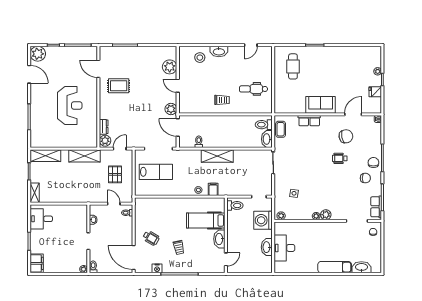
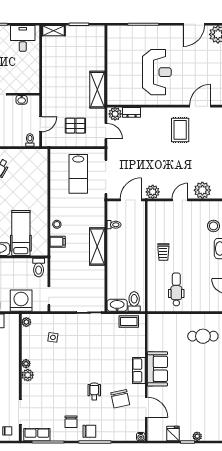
reception desk: (70, 105) -> (157, 72), turned -90
row of seats: (309, 121) -> (139, 370), moved
shelving: (45, 156) -> (97, 43), removed

